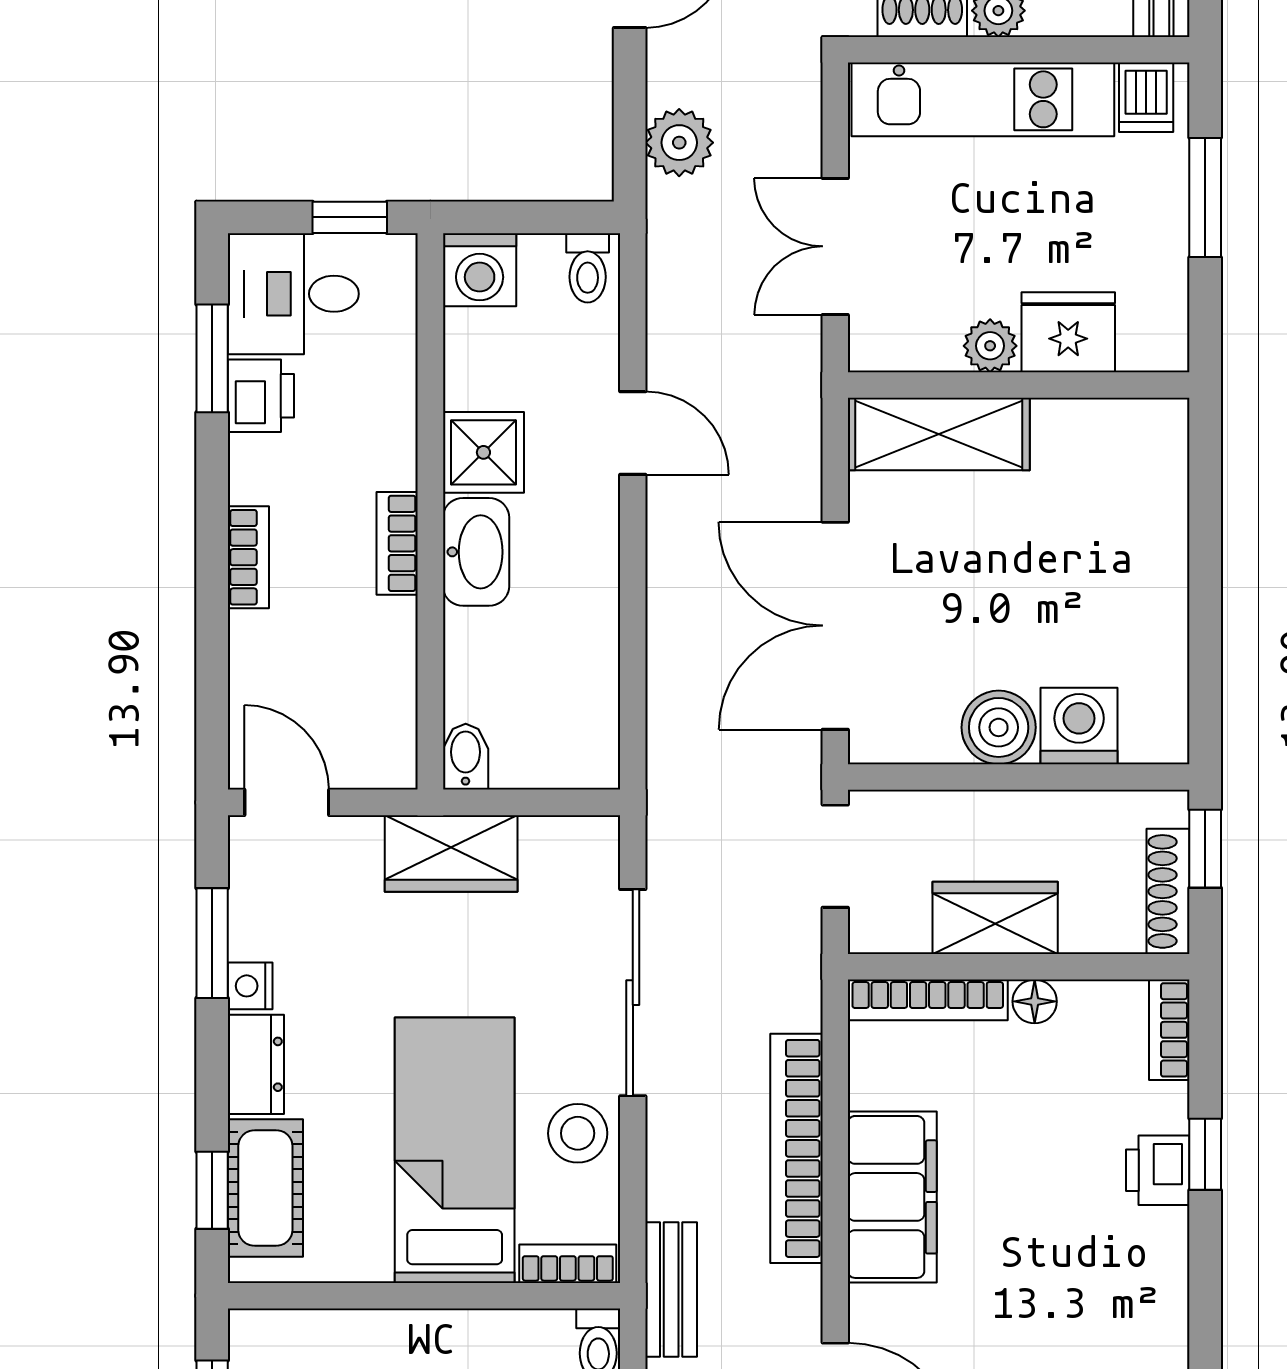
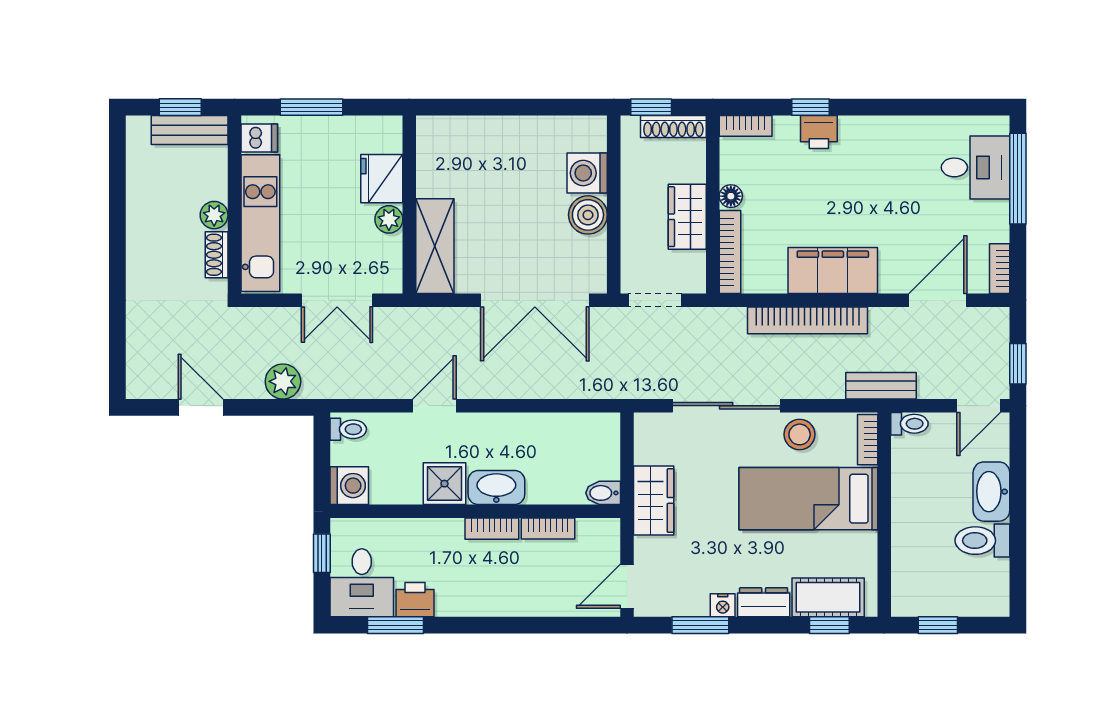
bookcase: (248, 557) -> (548, 529), moved, turned 180

